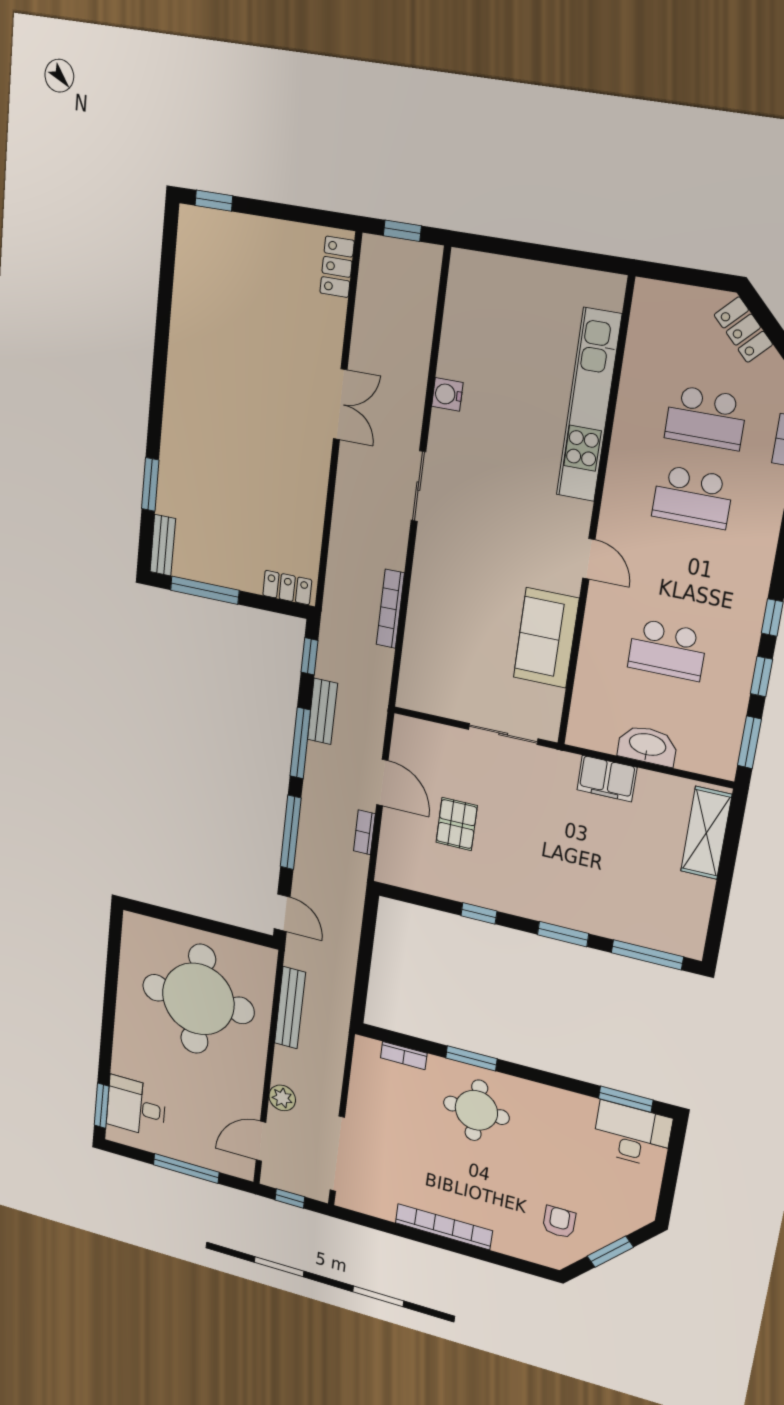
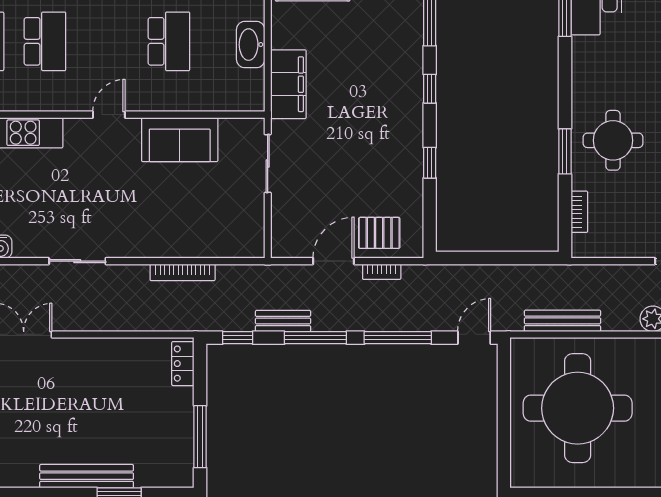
bench: (163, 545) -> (87, 476), moved, width x1.86, depth x1.21
filing cabinet: (607, 779) -> (288, 84), width x1.50, depth x1.17
pallet: (457, 824) -> (379, 233), moved
window: (563, 934) -> (430, 89), width x0.67

